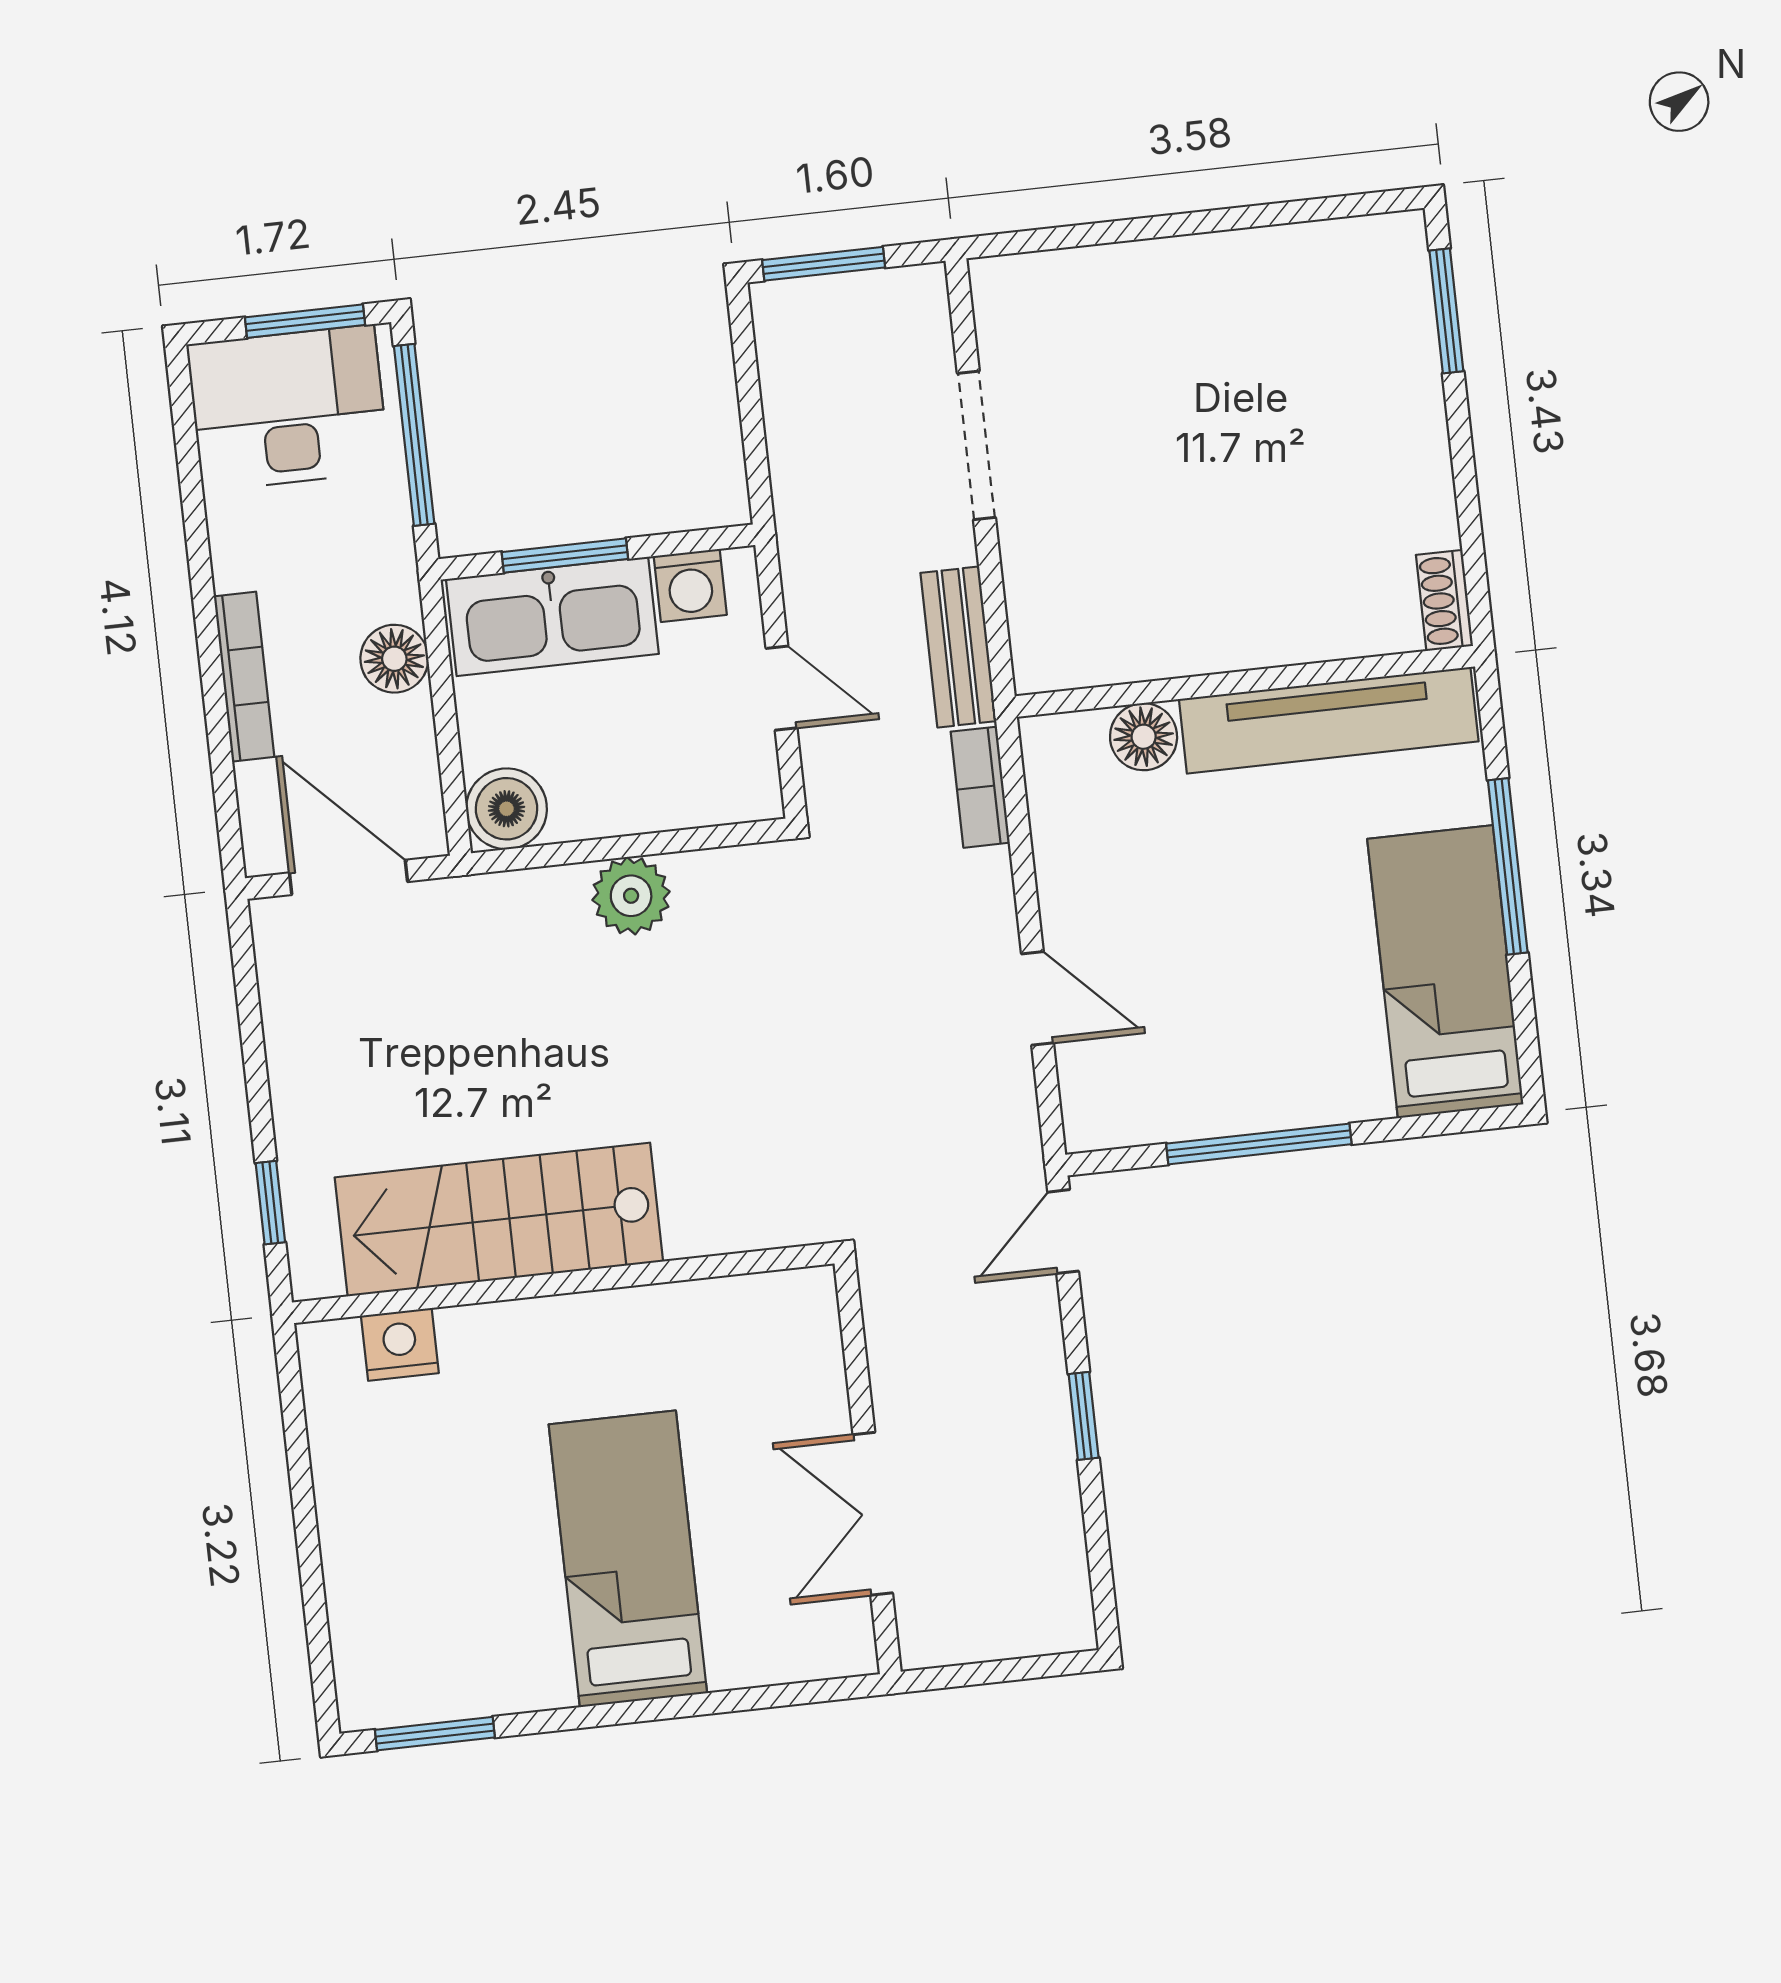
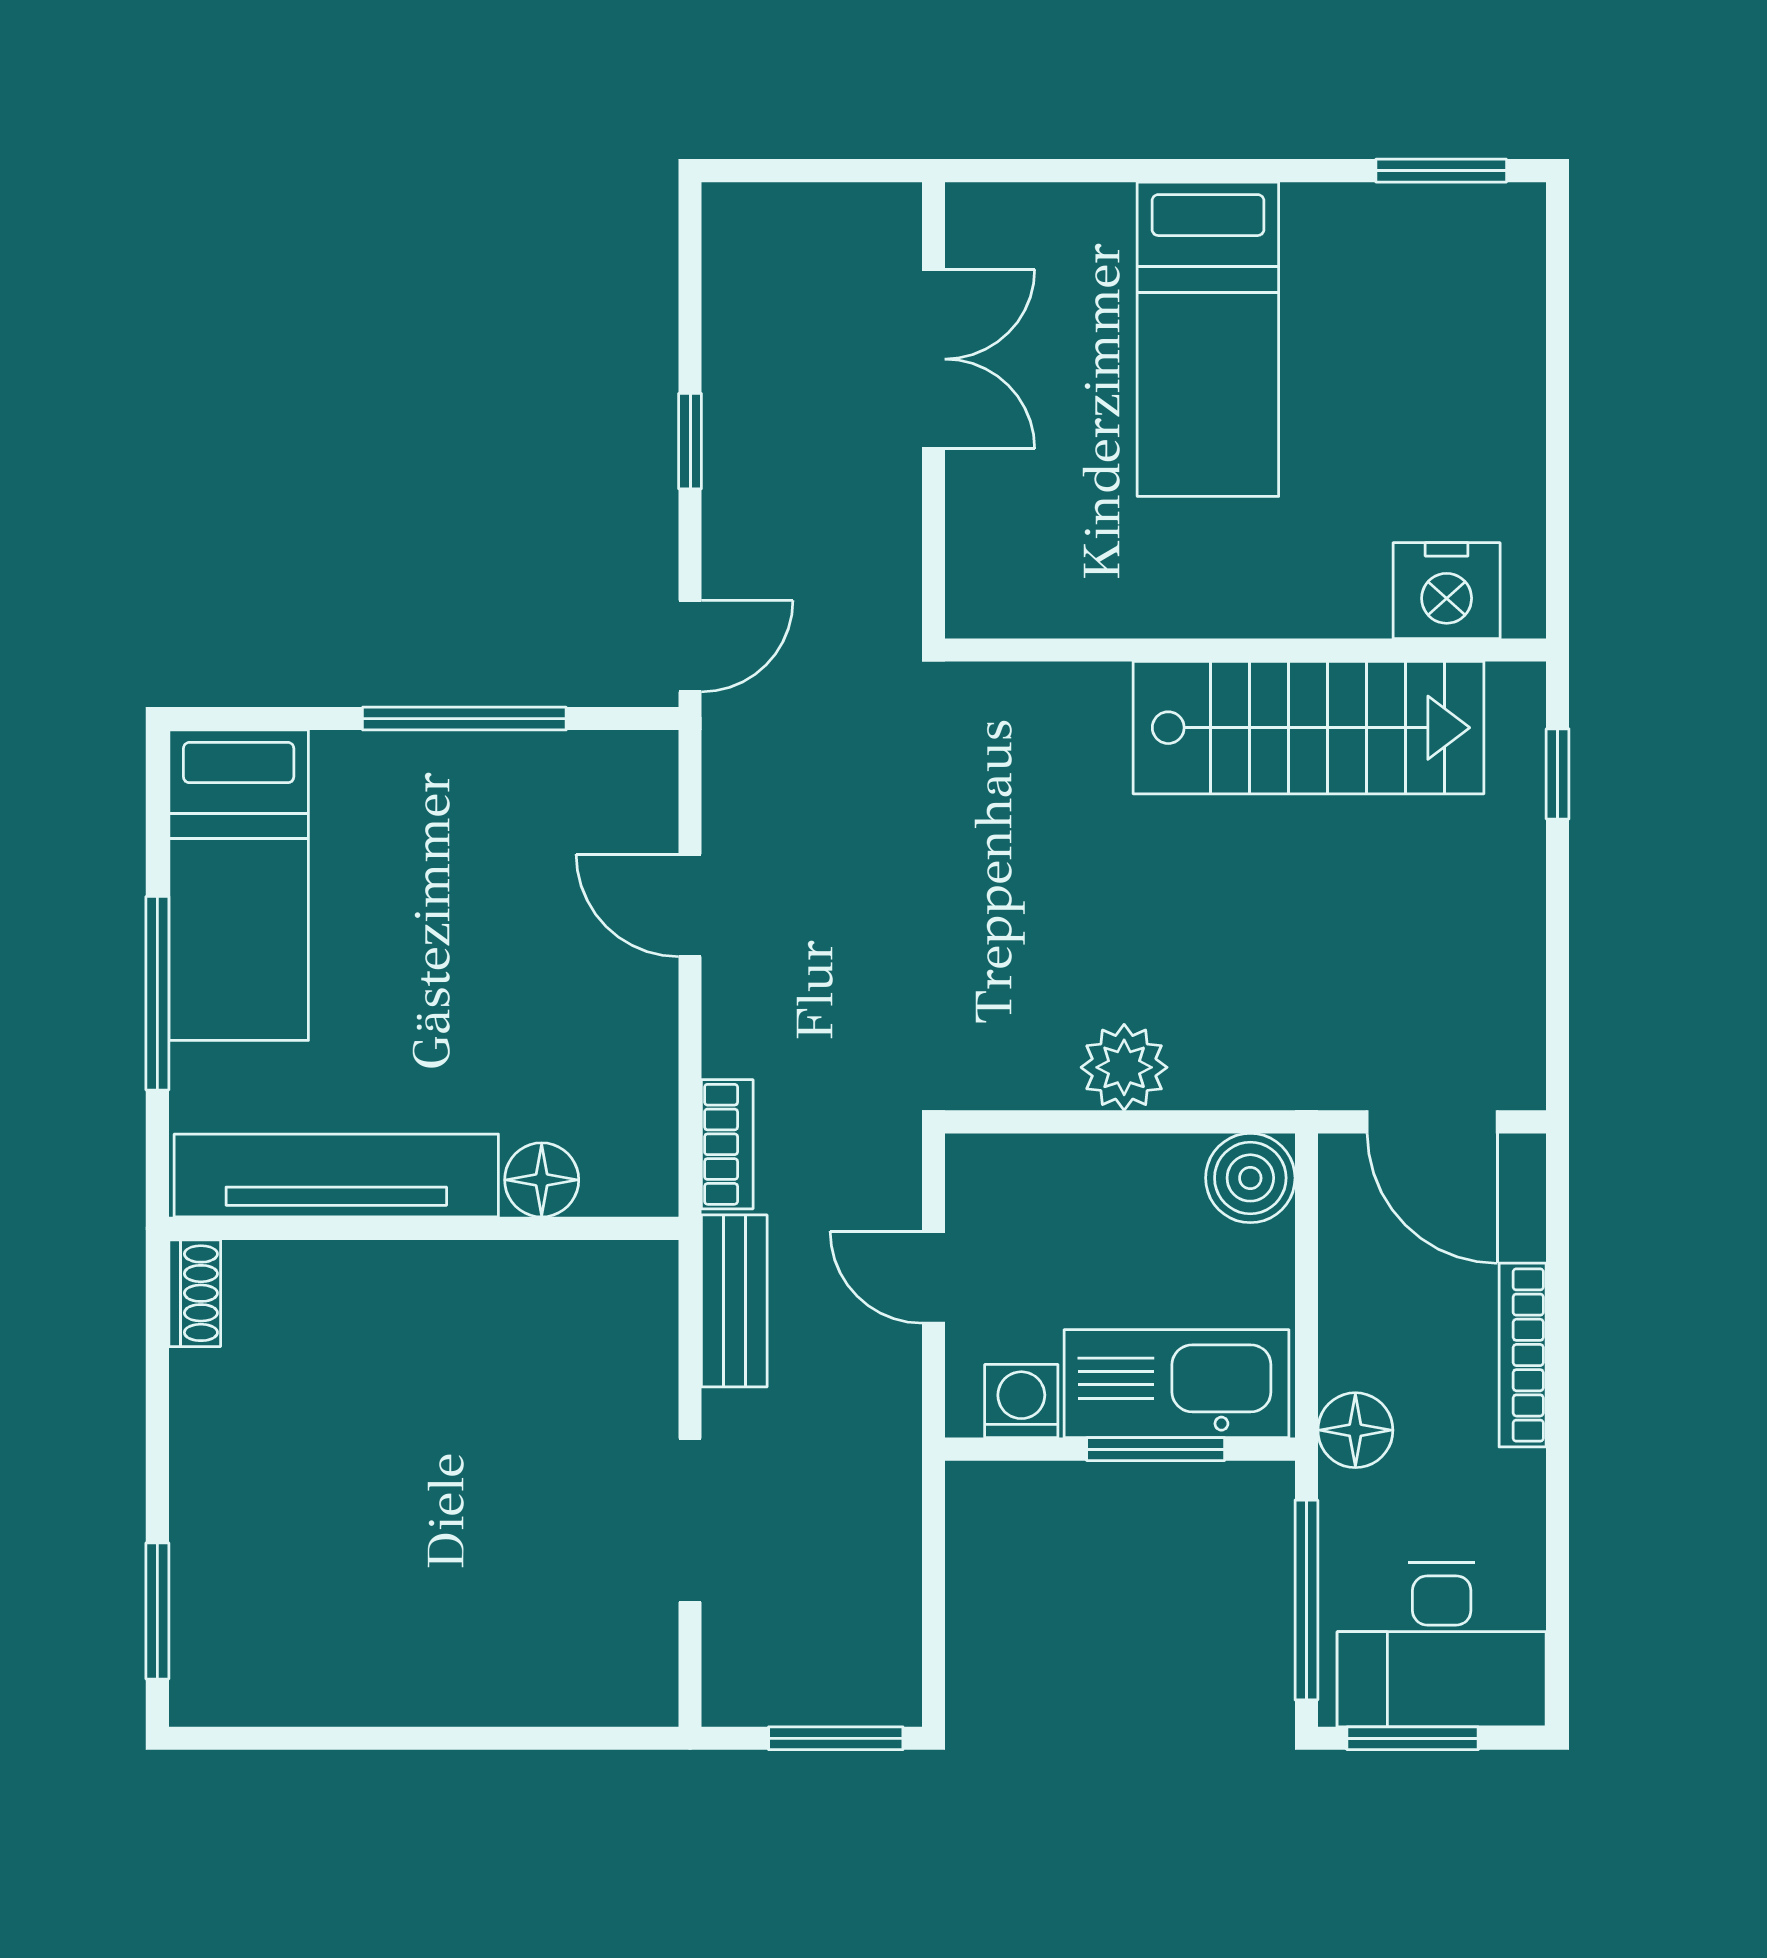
floor lamp: (394, 659) -> (1355, 1430), moved
nightstand: (400, 1344) -> (1447, 591), width x1.36, depth x1.33

